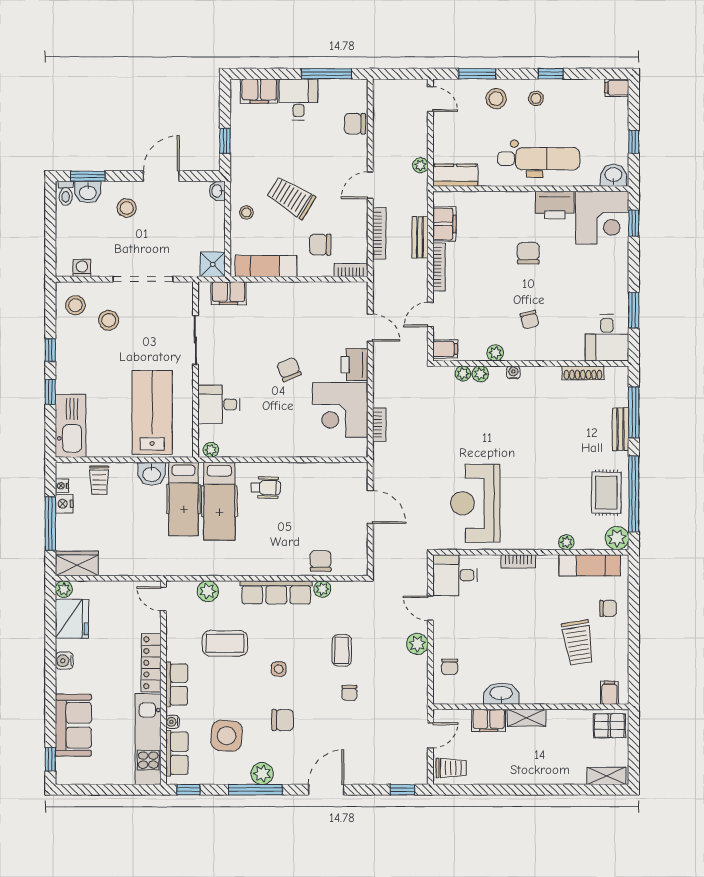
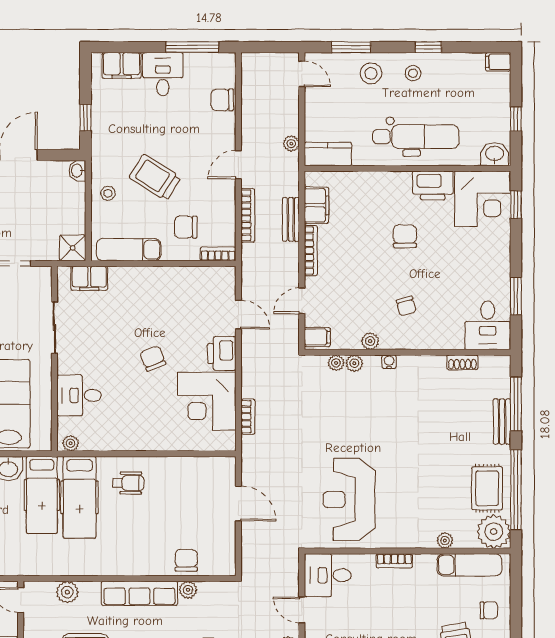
shoe rack: (583, 373) -> (462, 362), width x0.70
plant: (617, 538) -> (494, 532), width x1.36, depth x1.36

